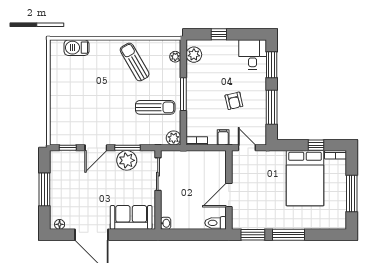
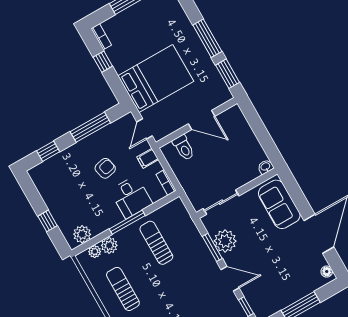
desk: (253, 54) -> (131, 197), moved, turned -90
sun lounger: (135, 62) -> (123, 289), turned 120
window: (272, 65) -> (48, 151), width x0.67
plant: (174, 138) -> (109, 245), moved
bed: (305, 178) -> (156, 79), moved
toilet: (216, 223) -> (184, 148), moved

